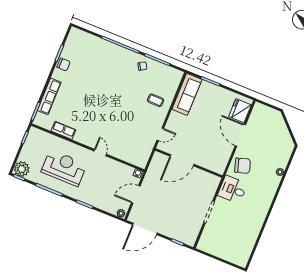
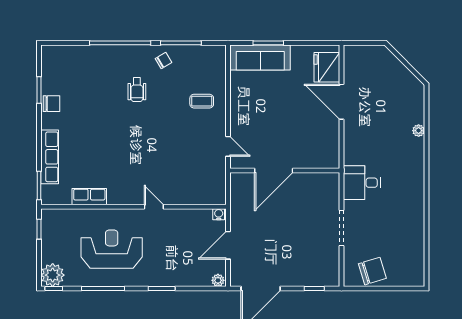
wheelchair: (119, 77) -> (137, 90), added
sofa: (187, 94) -> (260, 57), moved, turned 90
door: (160, 134) -> (228, 146), hinge flipped
chair: (243, 166) -> (372, 271), moved

